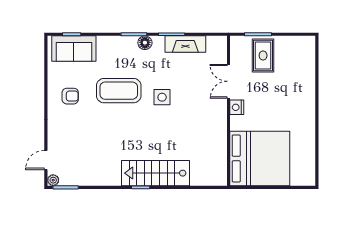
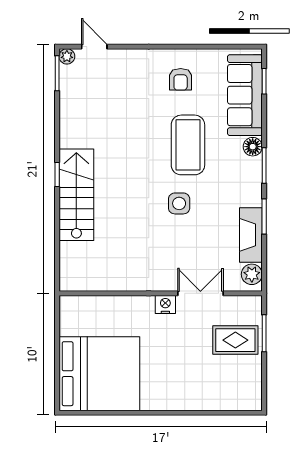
floor lamp: (145, 43) -> (253, 147), moved
plant: (214, 43) -> (252, 274), added
sofa: (74, 48) -> (245, 95), width x1.36
bed: (260, 158) -> (99, 374), moved, turned -90

